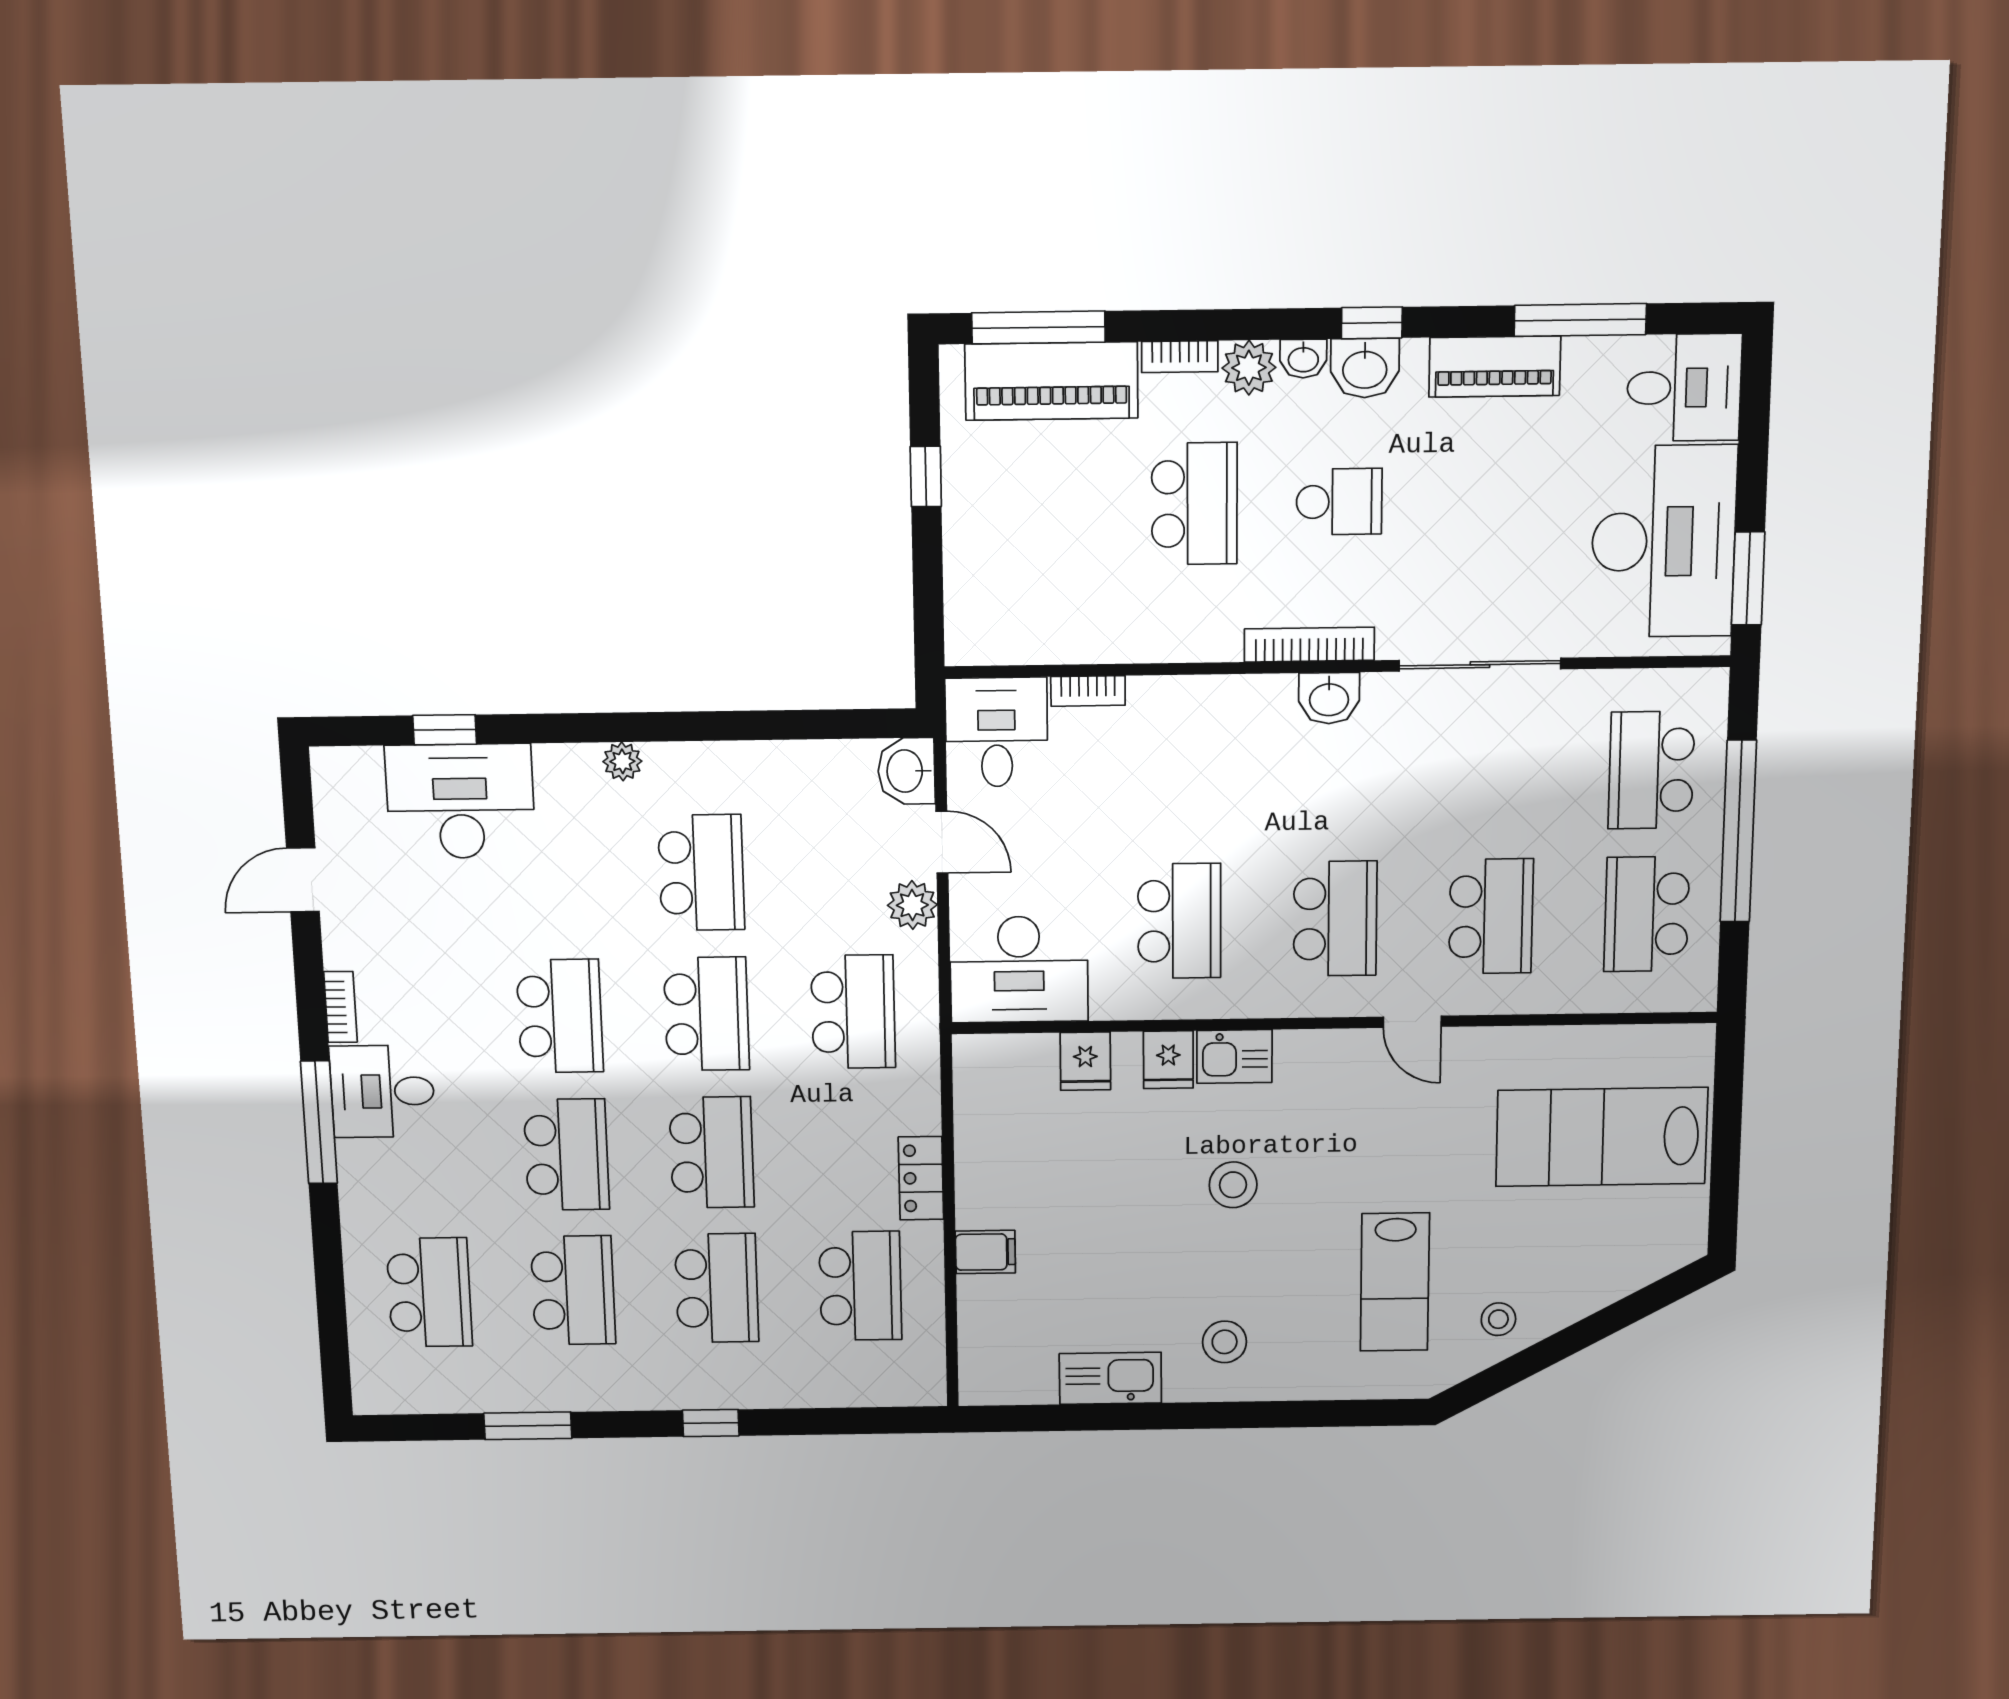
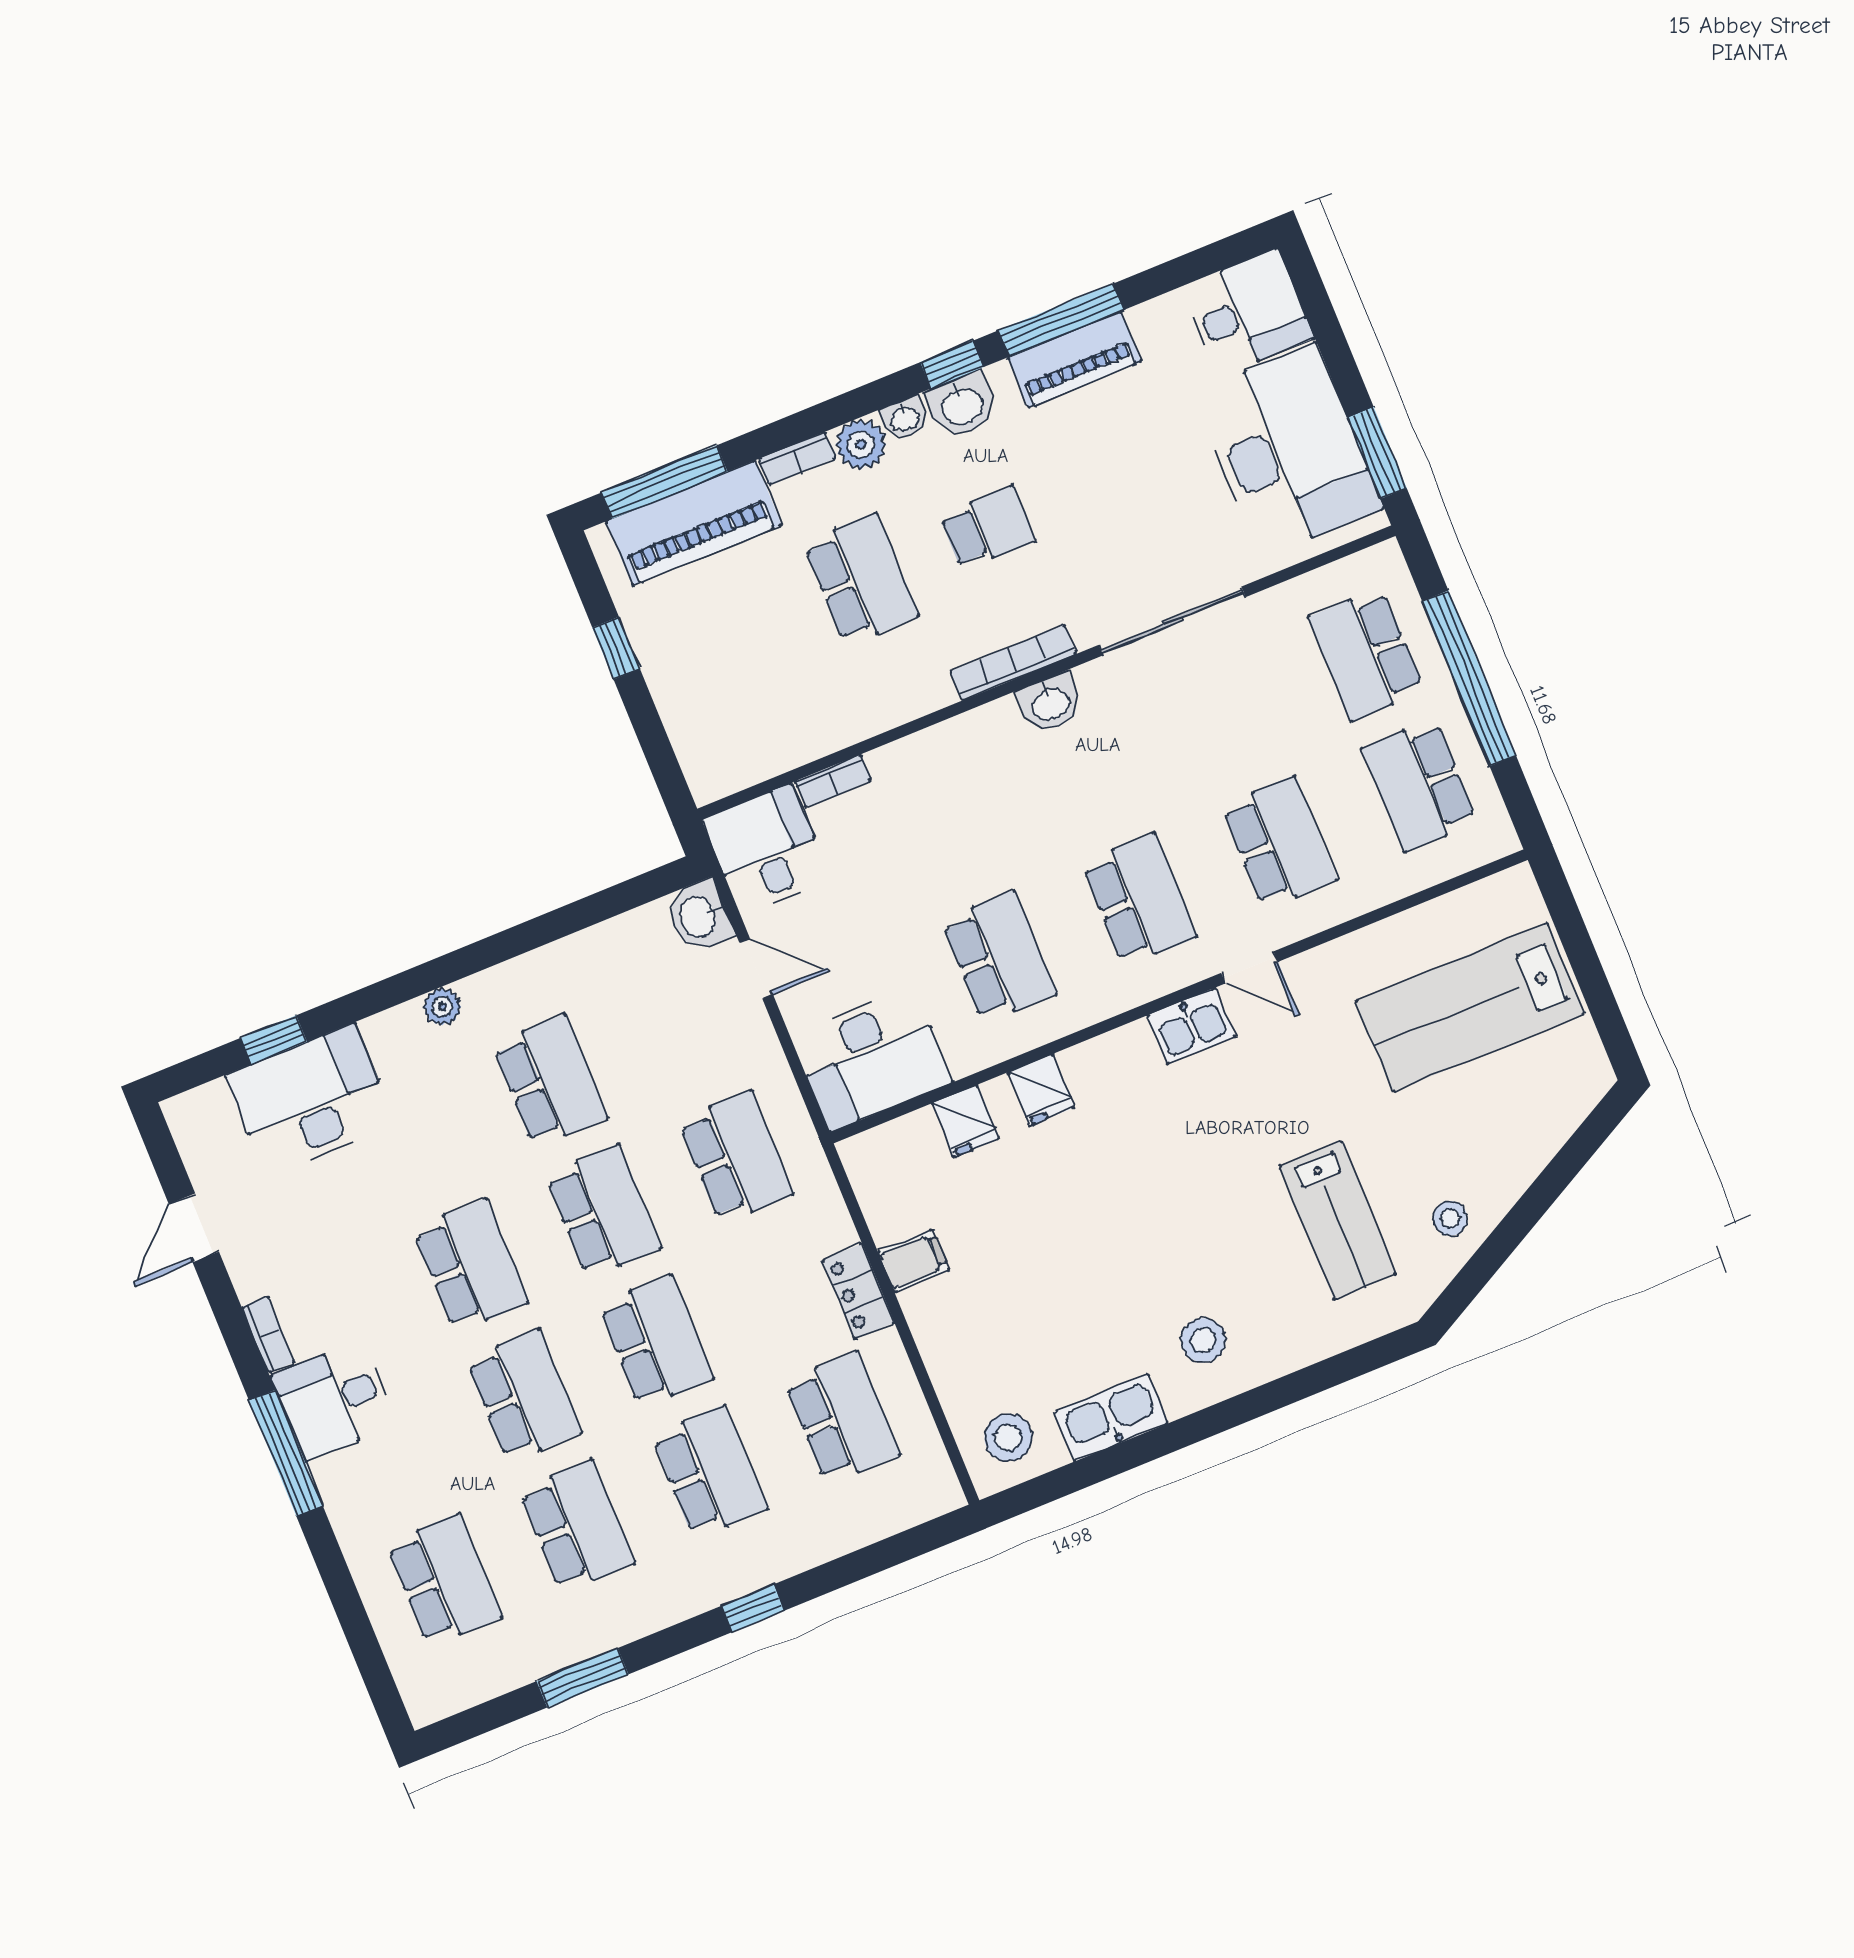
window: (1580, 320) -> (1061, 320), moved
plant: (912, 905) -> (752, 1037), removed
kitchen sink: (1235, 1056) -> (1191, 1026), moved
stool: (1233, 1185) -> (1008, 1437), moved
filing cabinet: (985, 1252) -> (913, 1261), moved

